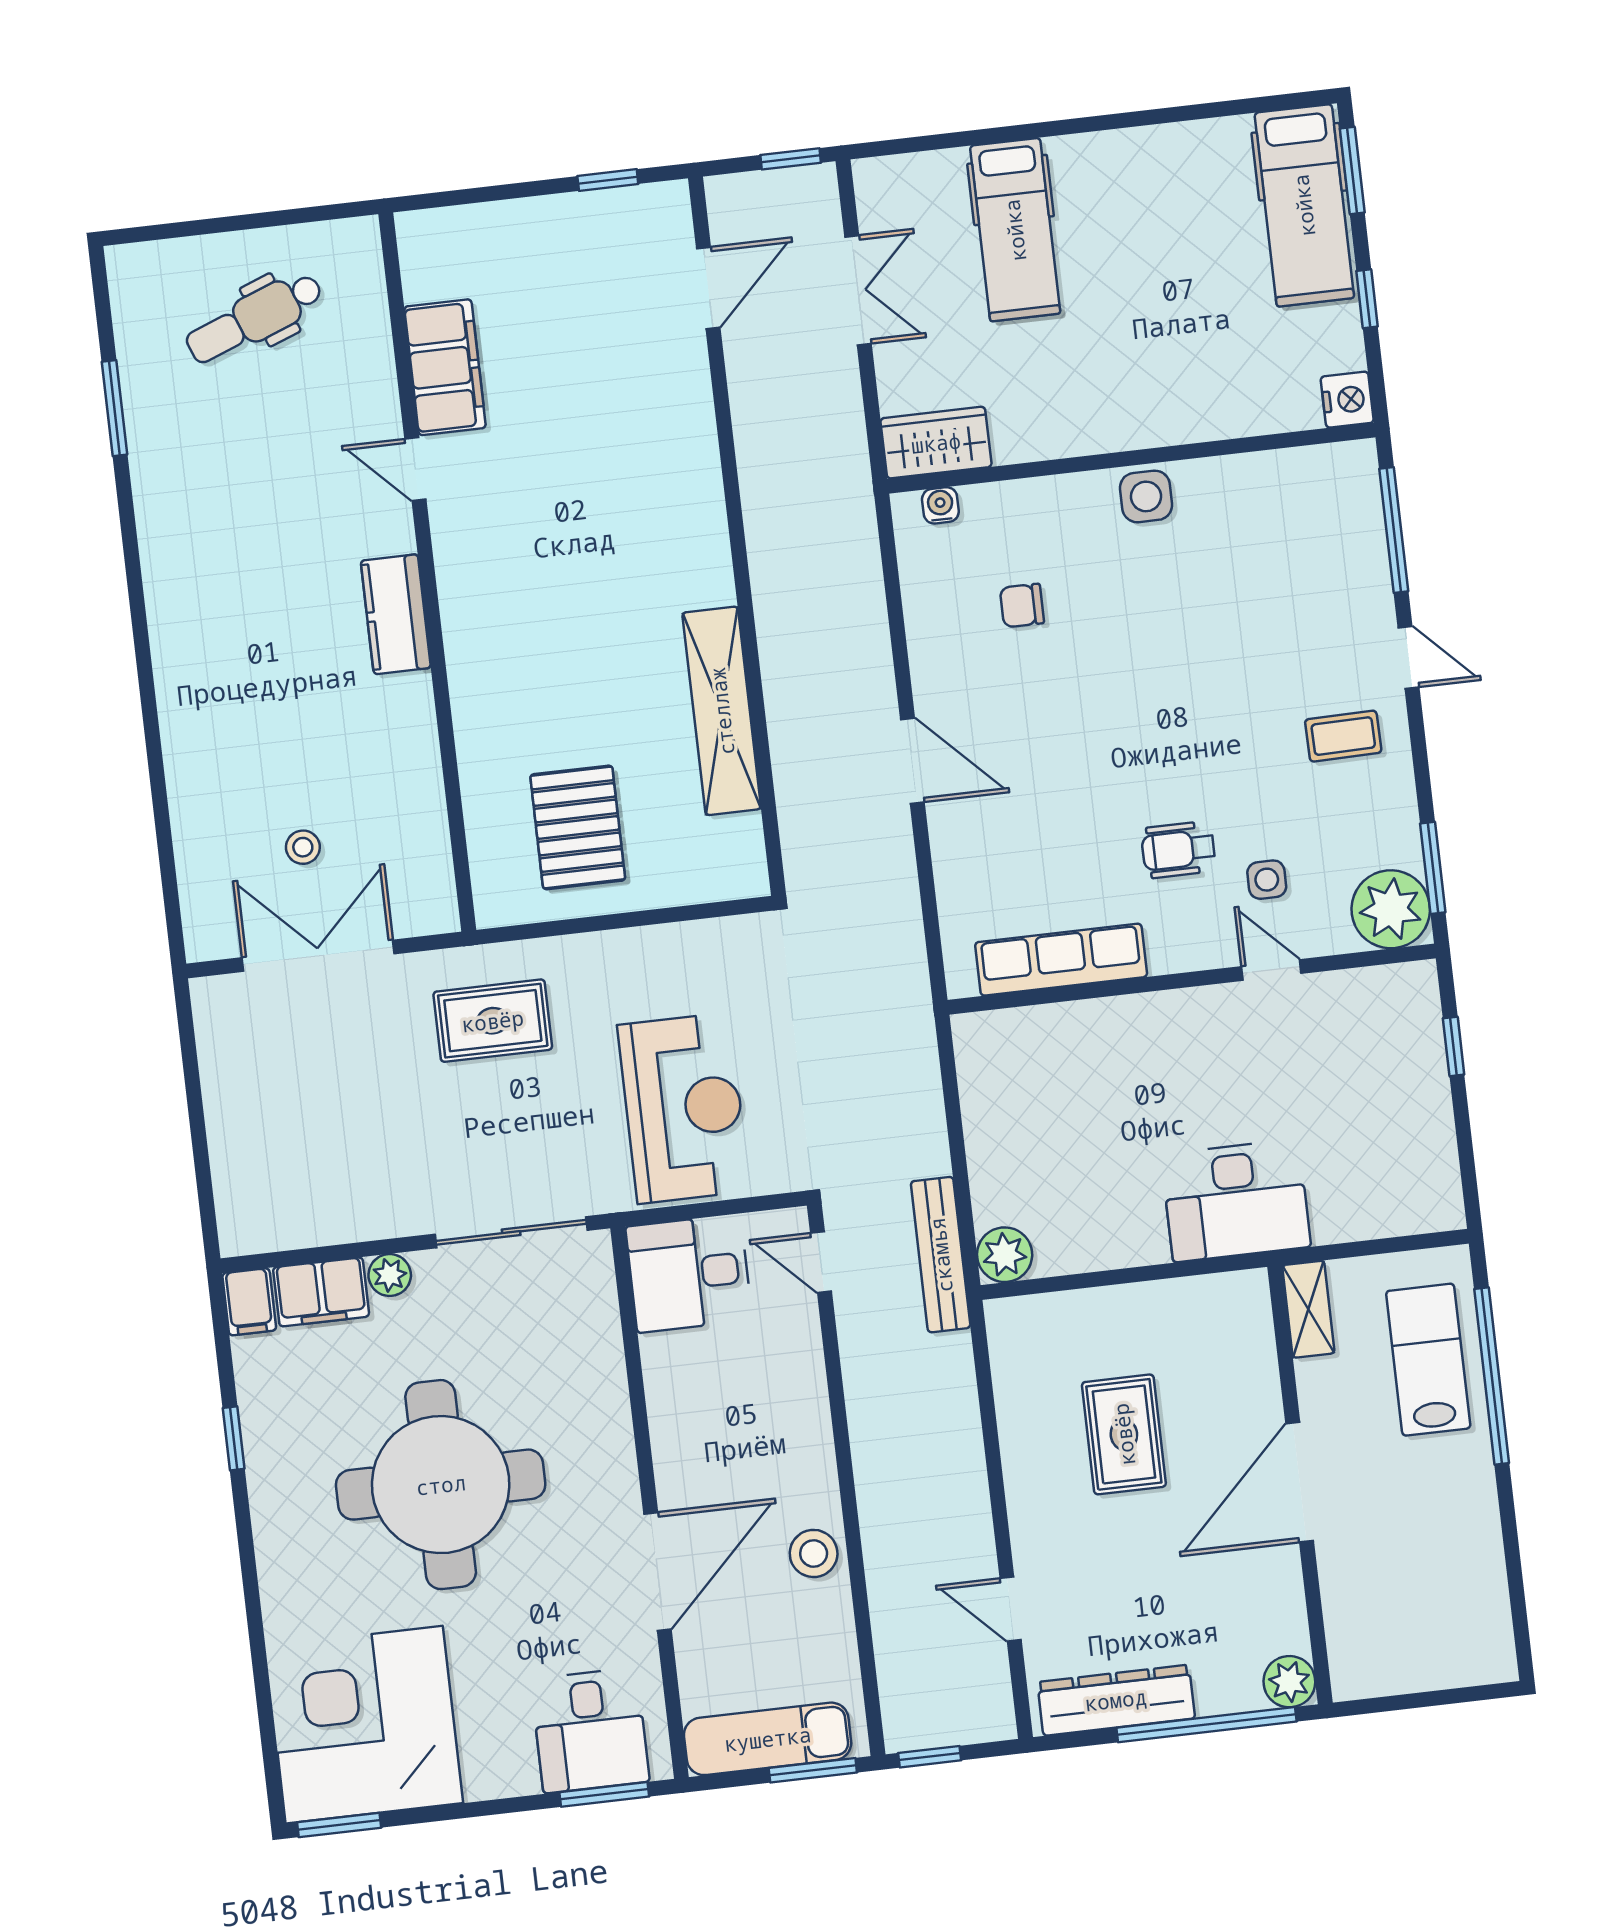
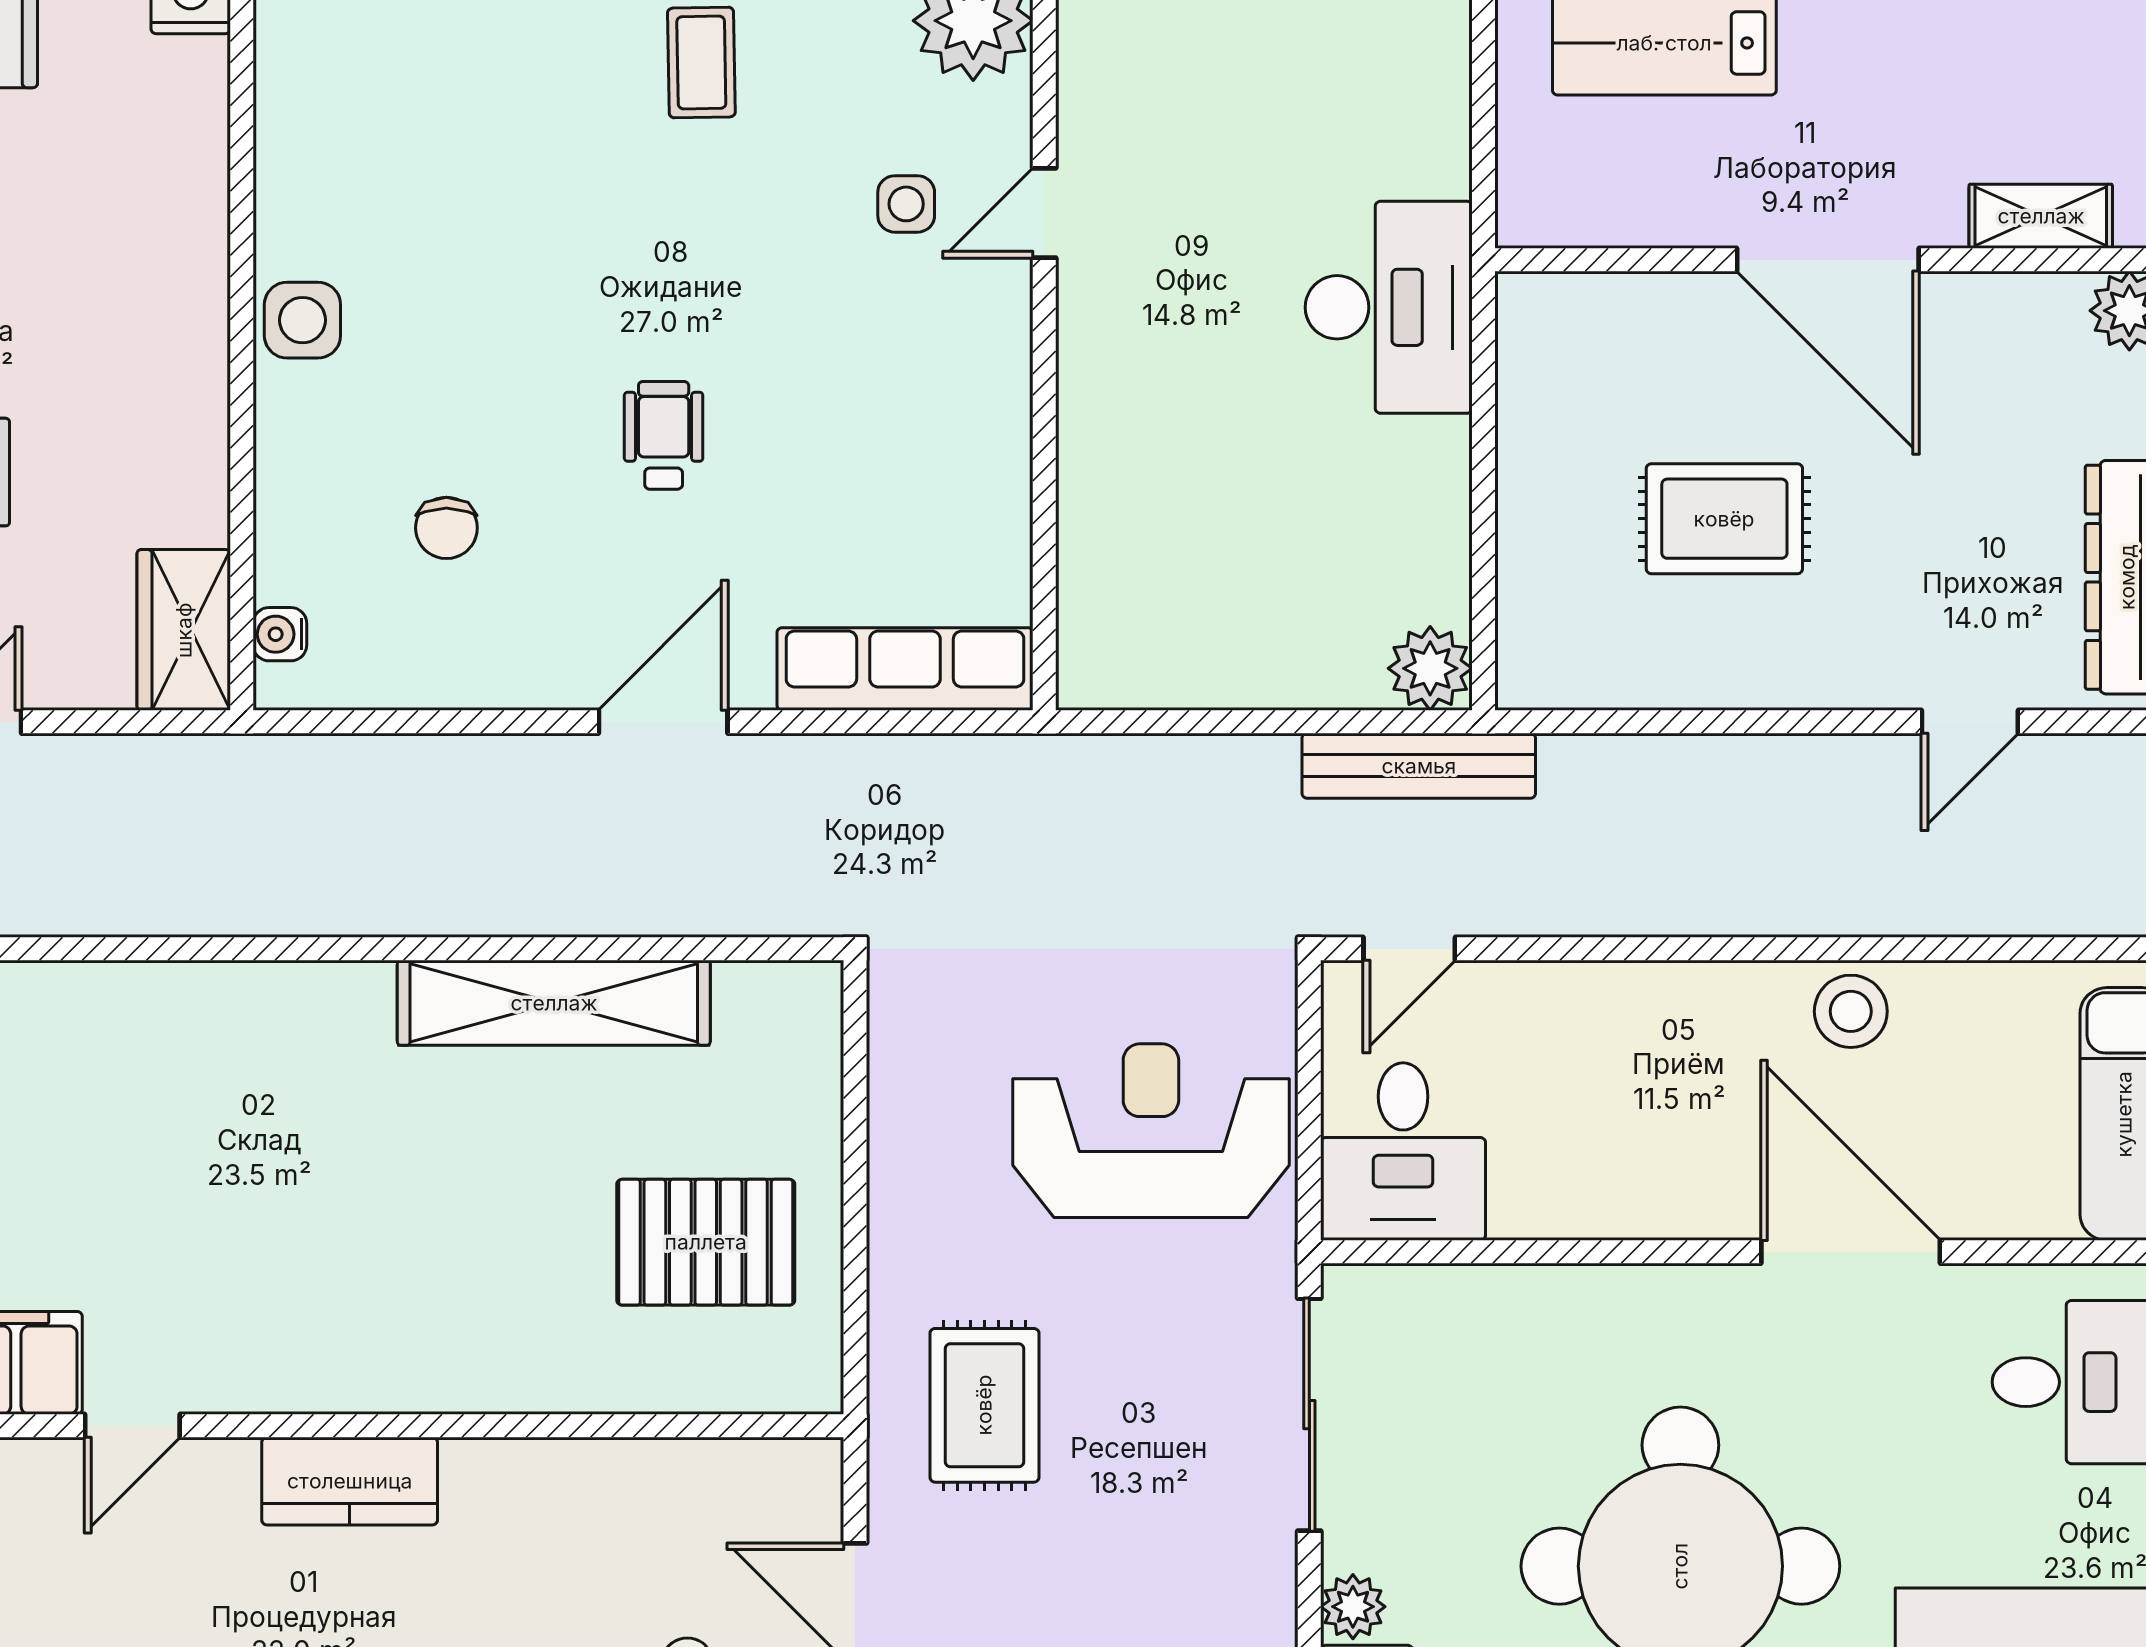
wheelchair: (1178, 850) -> (664, 435), moved, turned 180
row of seats: (1061, 960) -> (905, 669), moved, turned 90
shelving: (1308, 1309) -> (2041, 216), moved

